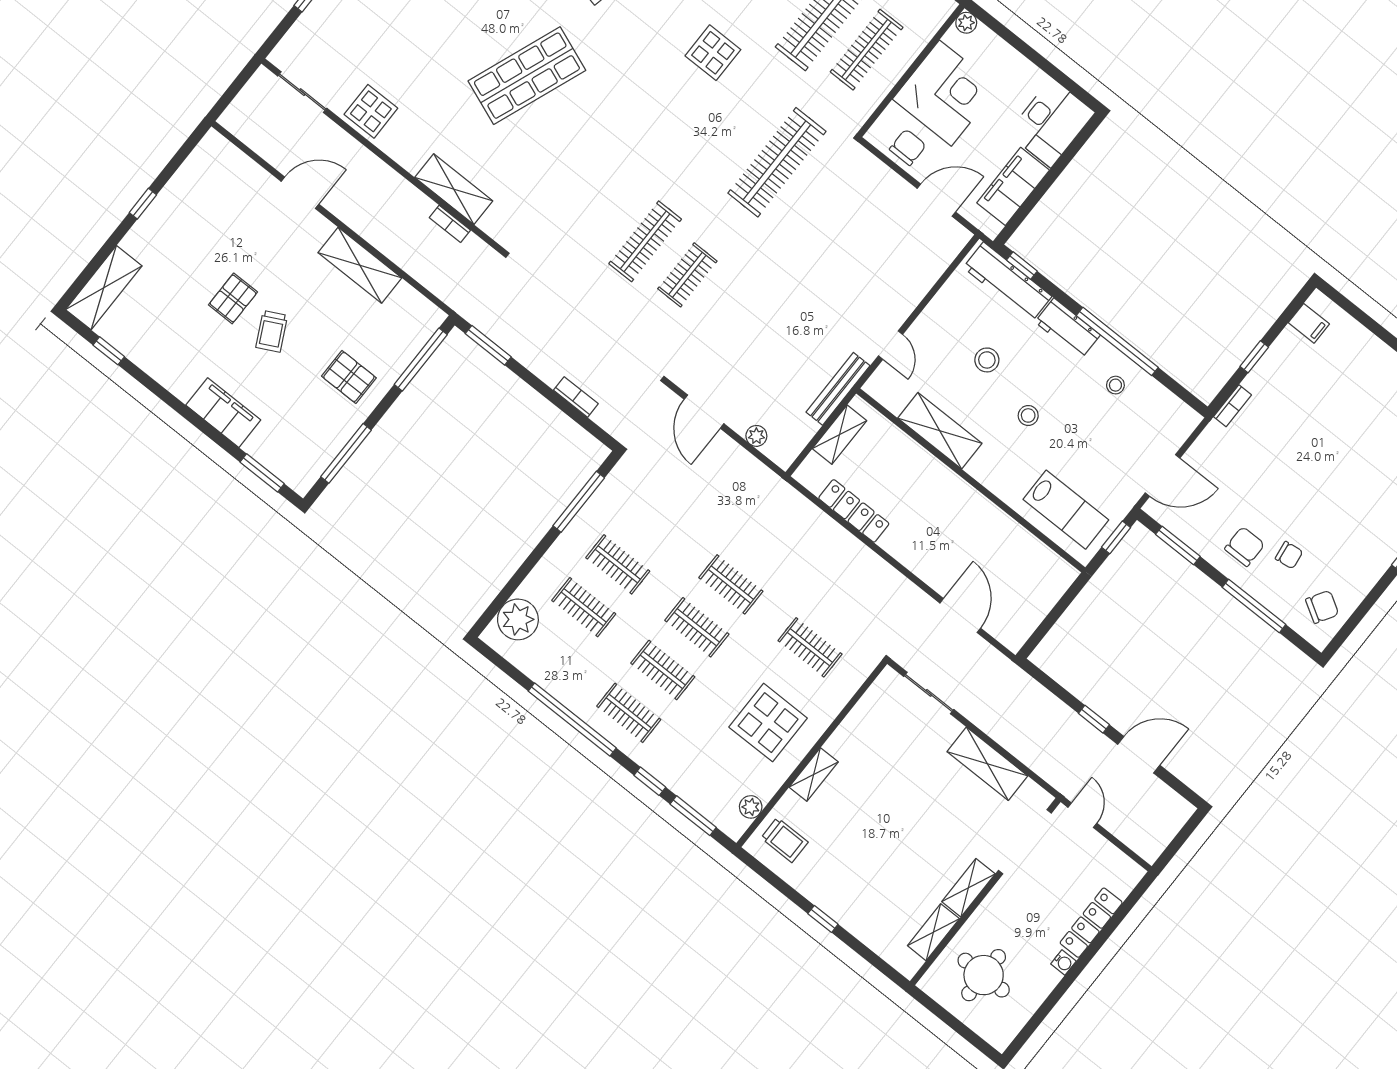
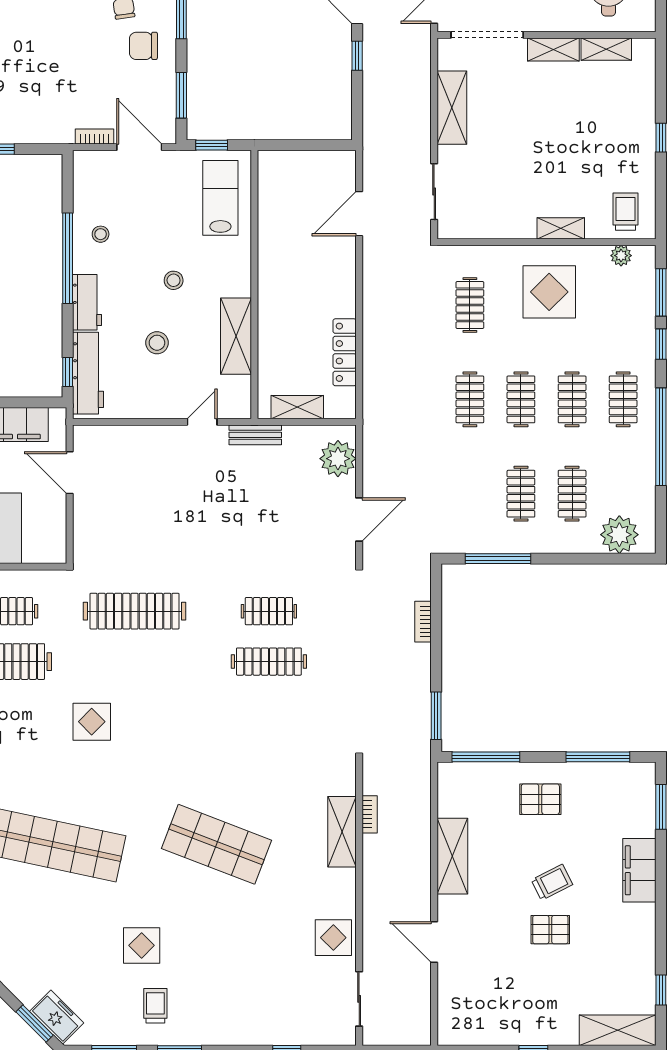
chair: (908, 147) -> (48, 524), removed
pallet: (349, 377) -> (540, 799), turned 90
bench: (838, 389) -> (255, 435), width x0.73
bookcase: (1233, 406) -> (94, 137), moved
plant: (756, 436) -> (338, 459), width x1.88, depth x1.88

